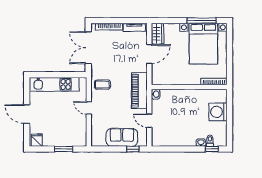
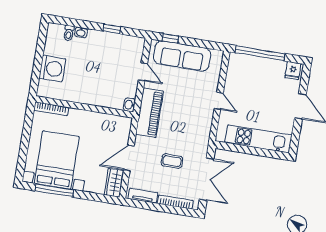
coffee table: (102, 85) -> (172, 161), moved
sofa: (122, 137) -> (182, 56), width x1.36
window: (64, 149) -> (260, 53), width x2.11
window: (212, 149) -> (112, 29), moved

